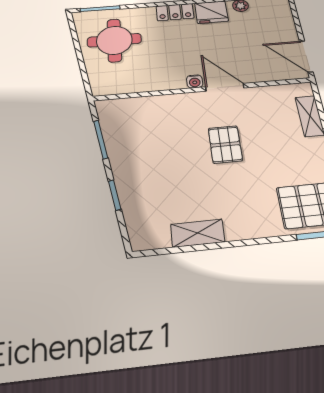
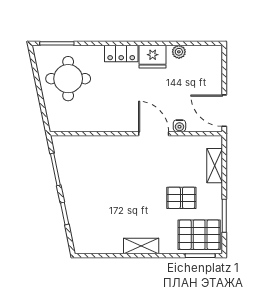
water cooler: (195, 81) -> (179, 126), moved
pallet: (225, 144) -> (181, 198), moved, turned 90
shelving: (198, 233) -> (141, 246), moved

